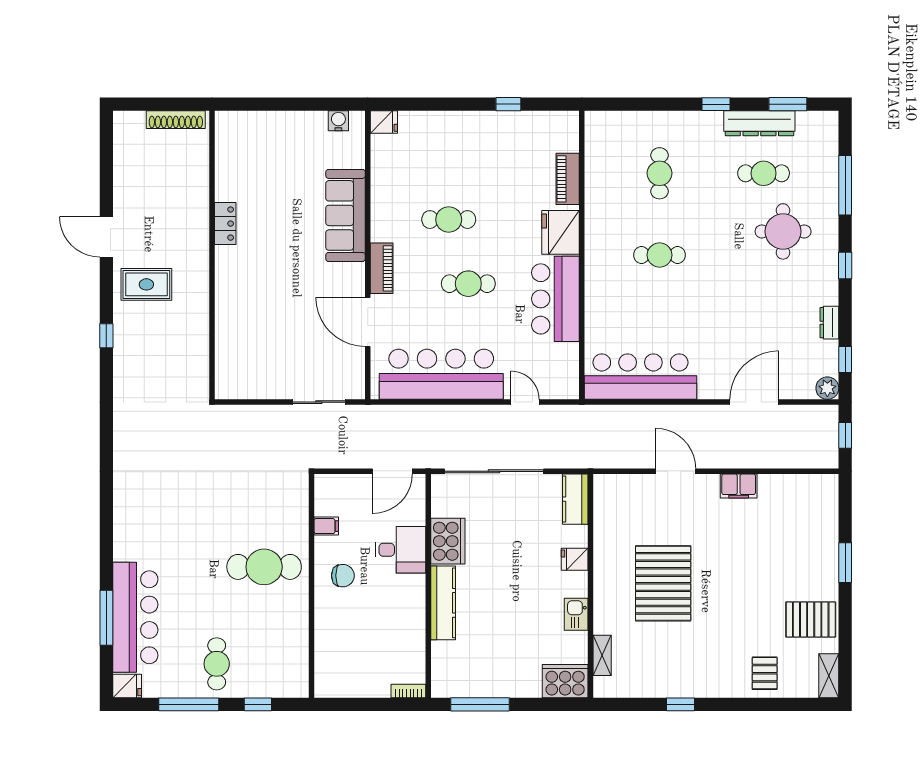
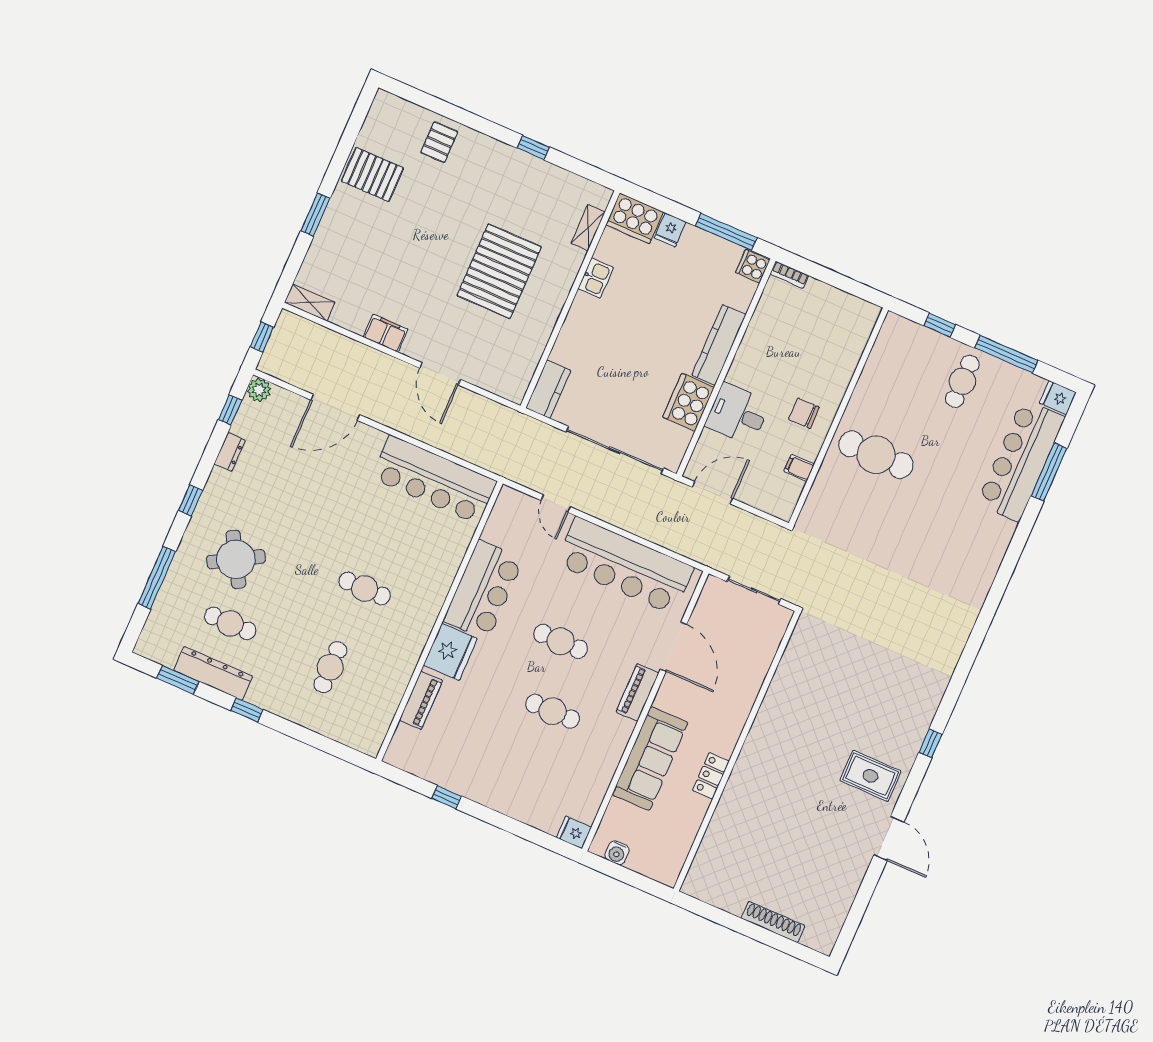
locker: (225, 224) -> (711, 776), moved
round table: (783, 231) -> (236, 559), turned -30
wall: (212, 255) -> (737, 751), moved
fridge: (575, 559) -> (670, 230), moved, turned 90
shelving: (829, 676) -> (310, 302), moved, turned 90
cooker: (444, 684) -> (753, 266), added

